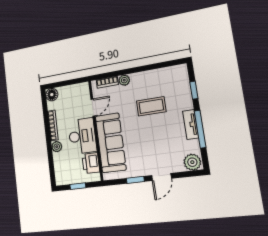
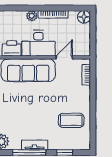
plant: (124, 80) -> (85, 91), removed
coffee table: (151, 106) -> (71, 120), moved, turned 90
door: (93, 108) -> (64, 57), swing flipped

